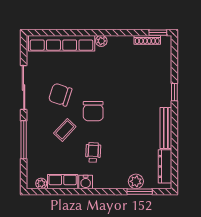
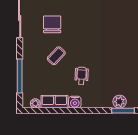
chair: (60, 95) -> (52, 24), turned 72
chair: (93, 111) -> (82, 39), removed
window: (24, 140) -> (20, 76), moved

